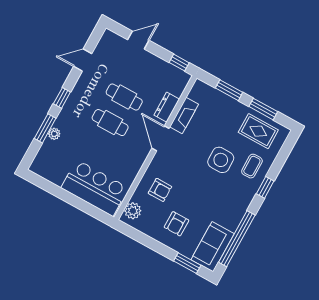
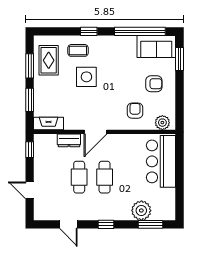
fireplace: (184, 116) -> (49, 124), moved
window: (45, 128) -> (150, 224), moved
plant: (54, 134) -> (141, 211), width x1.88, depth x1.88

